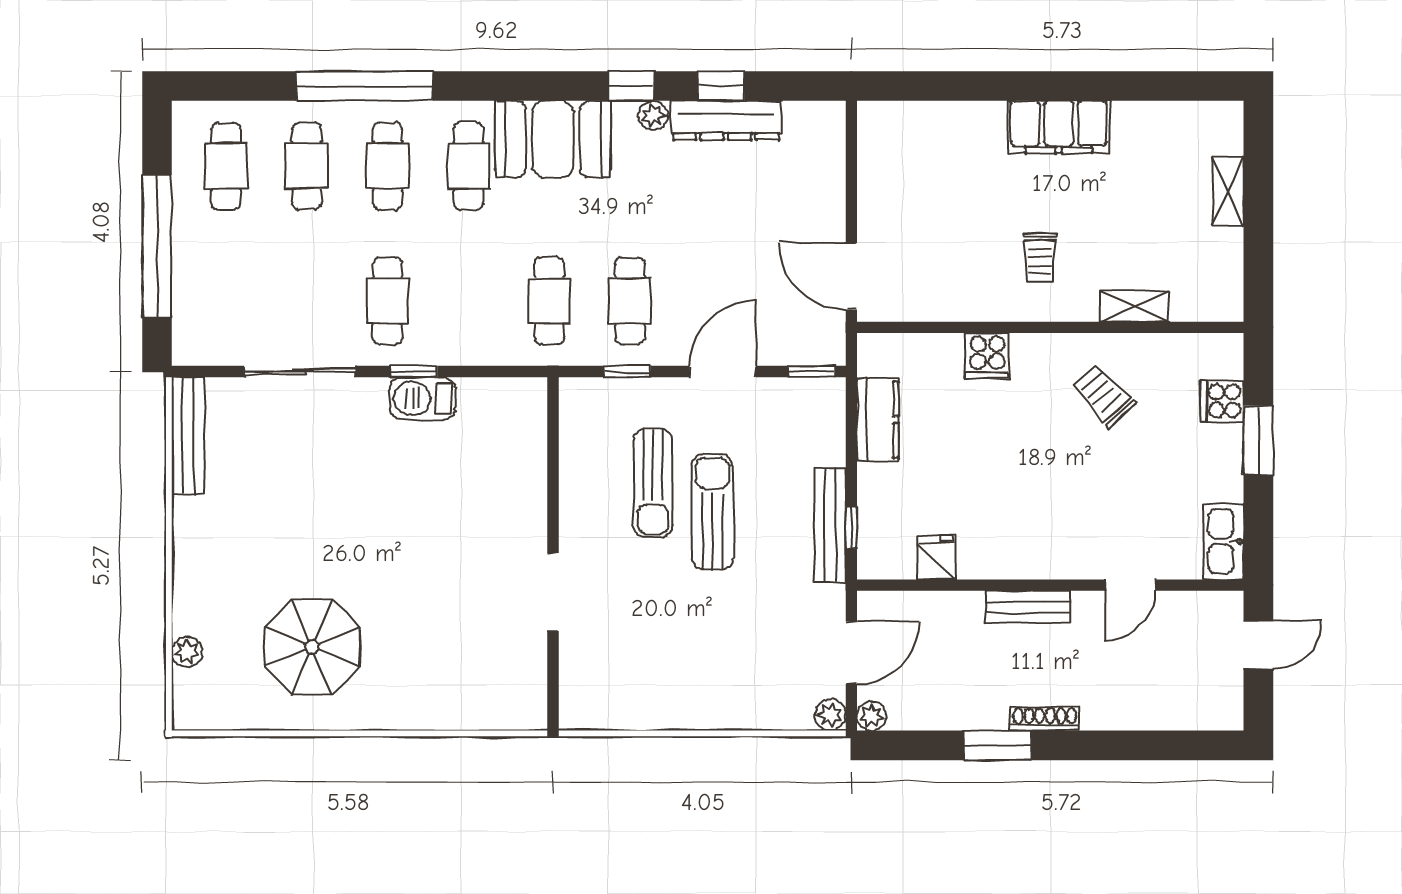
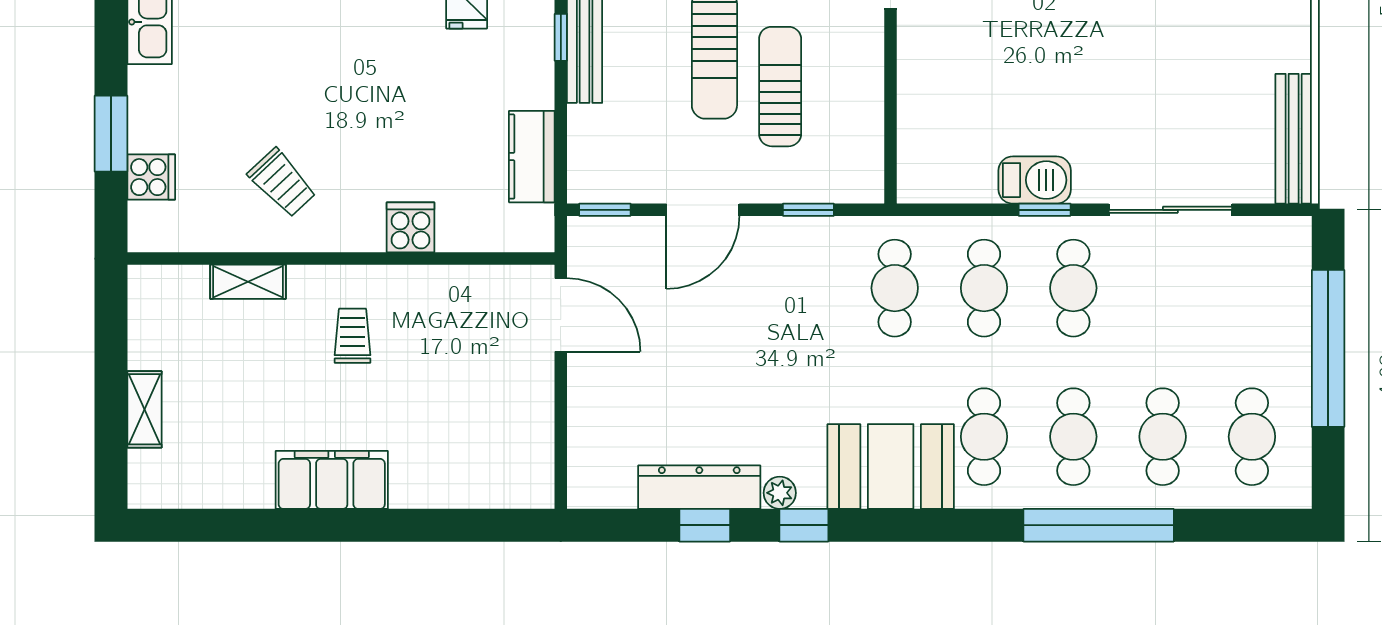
cafe table: (630, 301) -> (984, 288), moved

